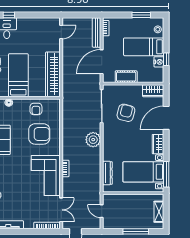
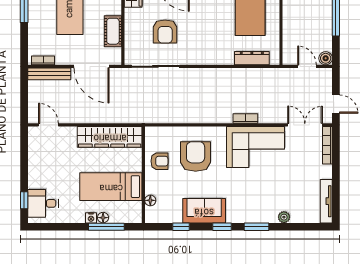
armchair: (126, 113) -> (165, 31), turned -104
plant: (93, 140) -> (204, 79), removed
door: (102, 211) -> (307, 66), swing flipped
boiler: (107, 224) -> (326, 58), added

